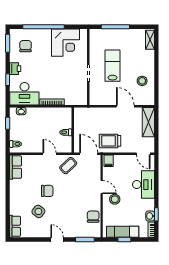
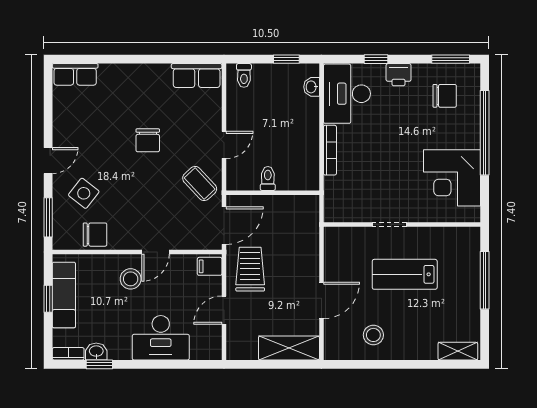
lab bench: (113, 66) -> (405, 274), turned 180
door: (143, 154) -> (224, 310), moved
side table: (38, 211) -> (84, 193), moved

